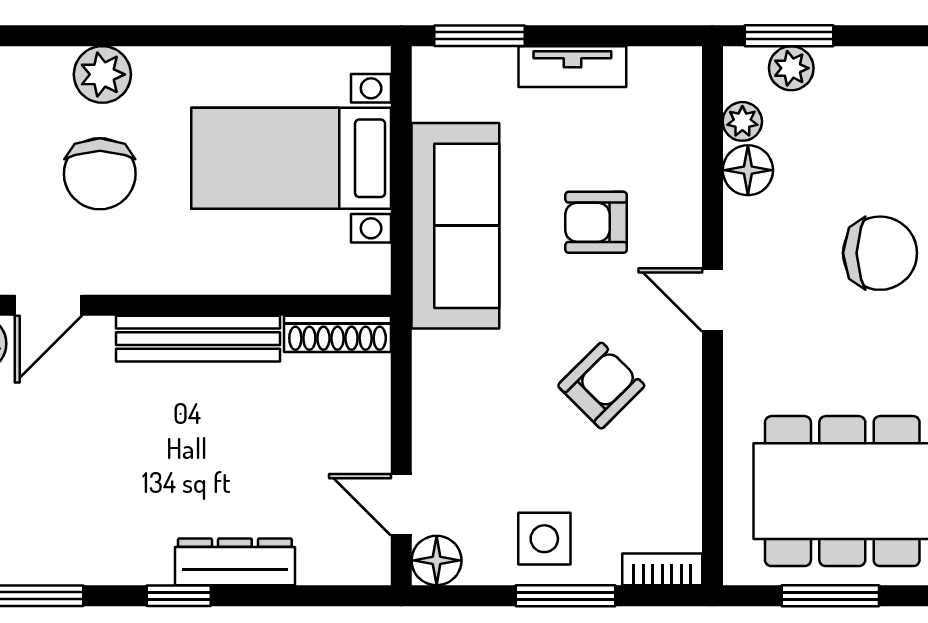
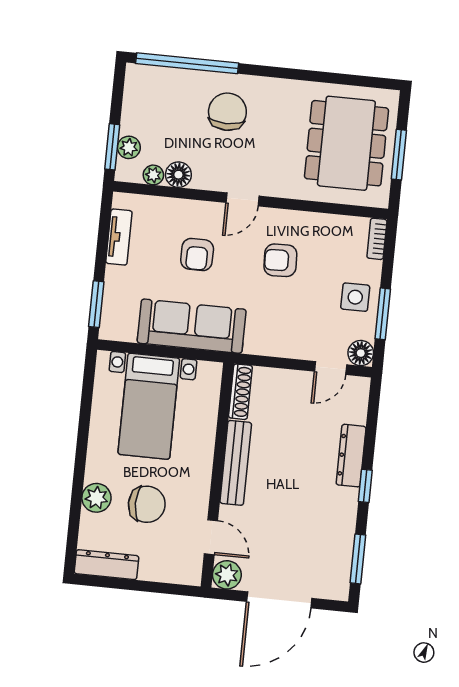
tv unit: (572, 67) -> (119, 237), moved
armchair: (601, 386) -> (280, 260), turned -47
window: (565, 596) -> (383, 314), moved

